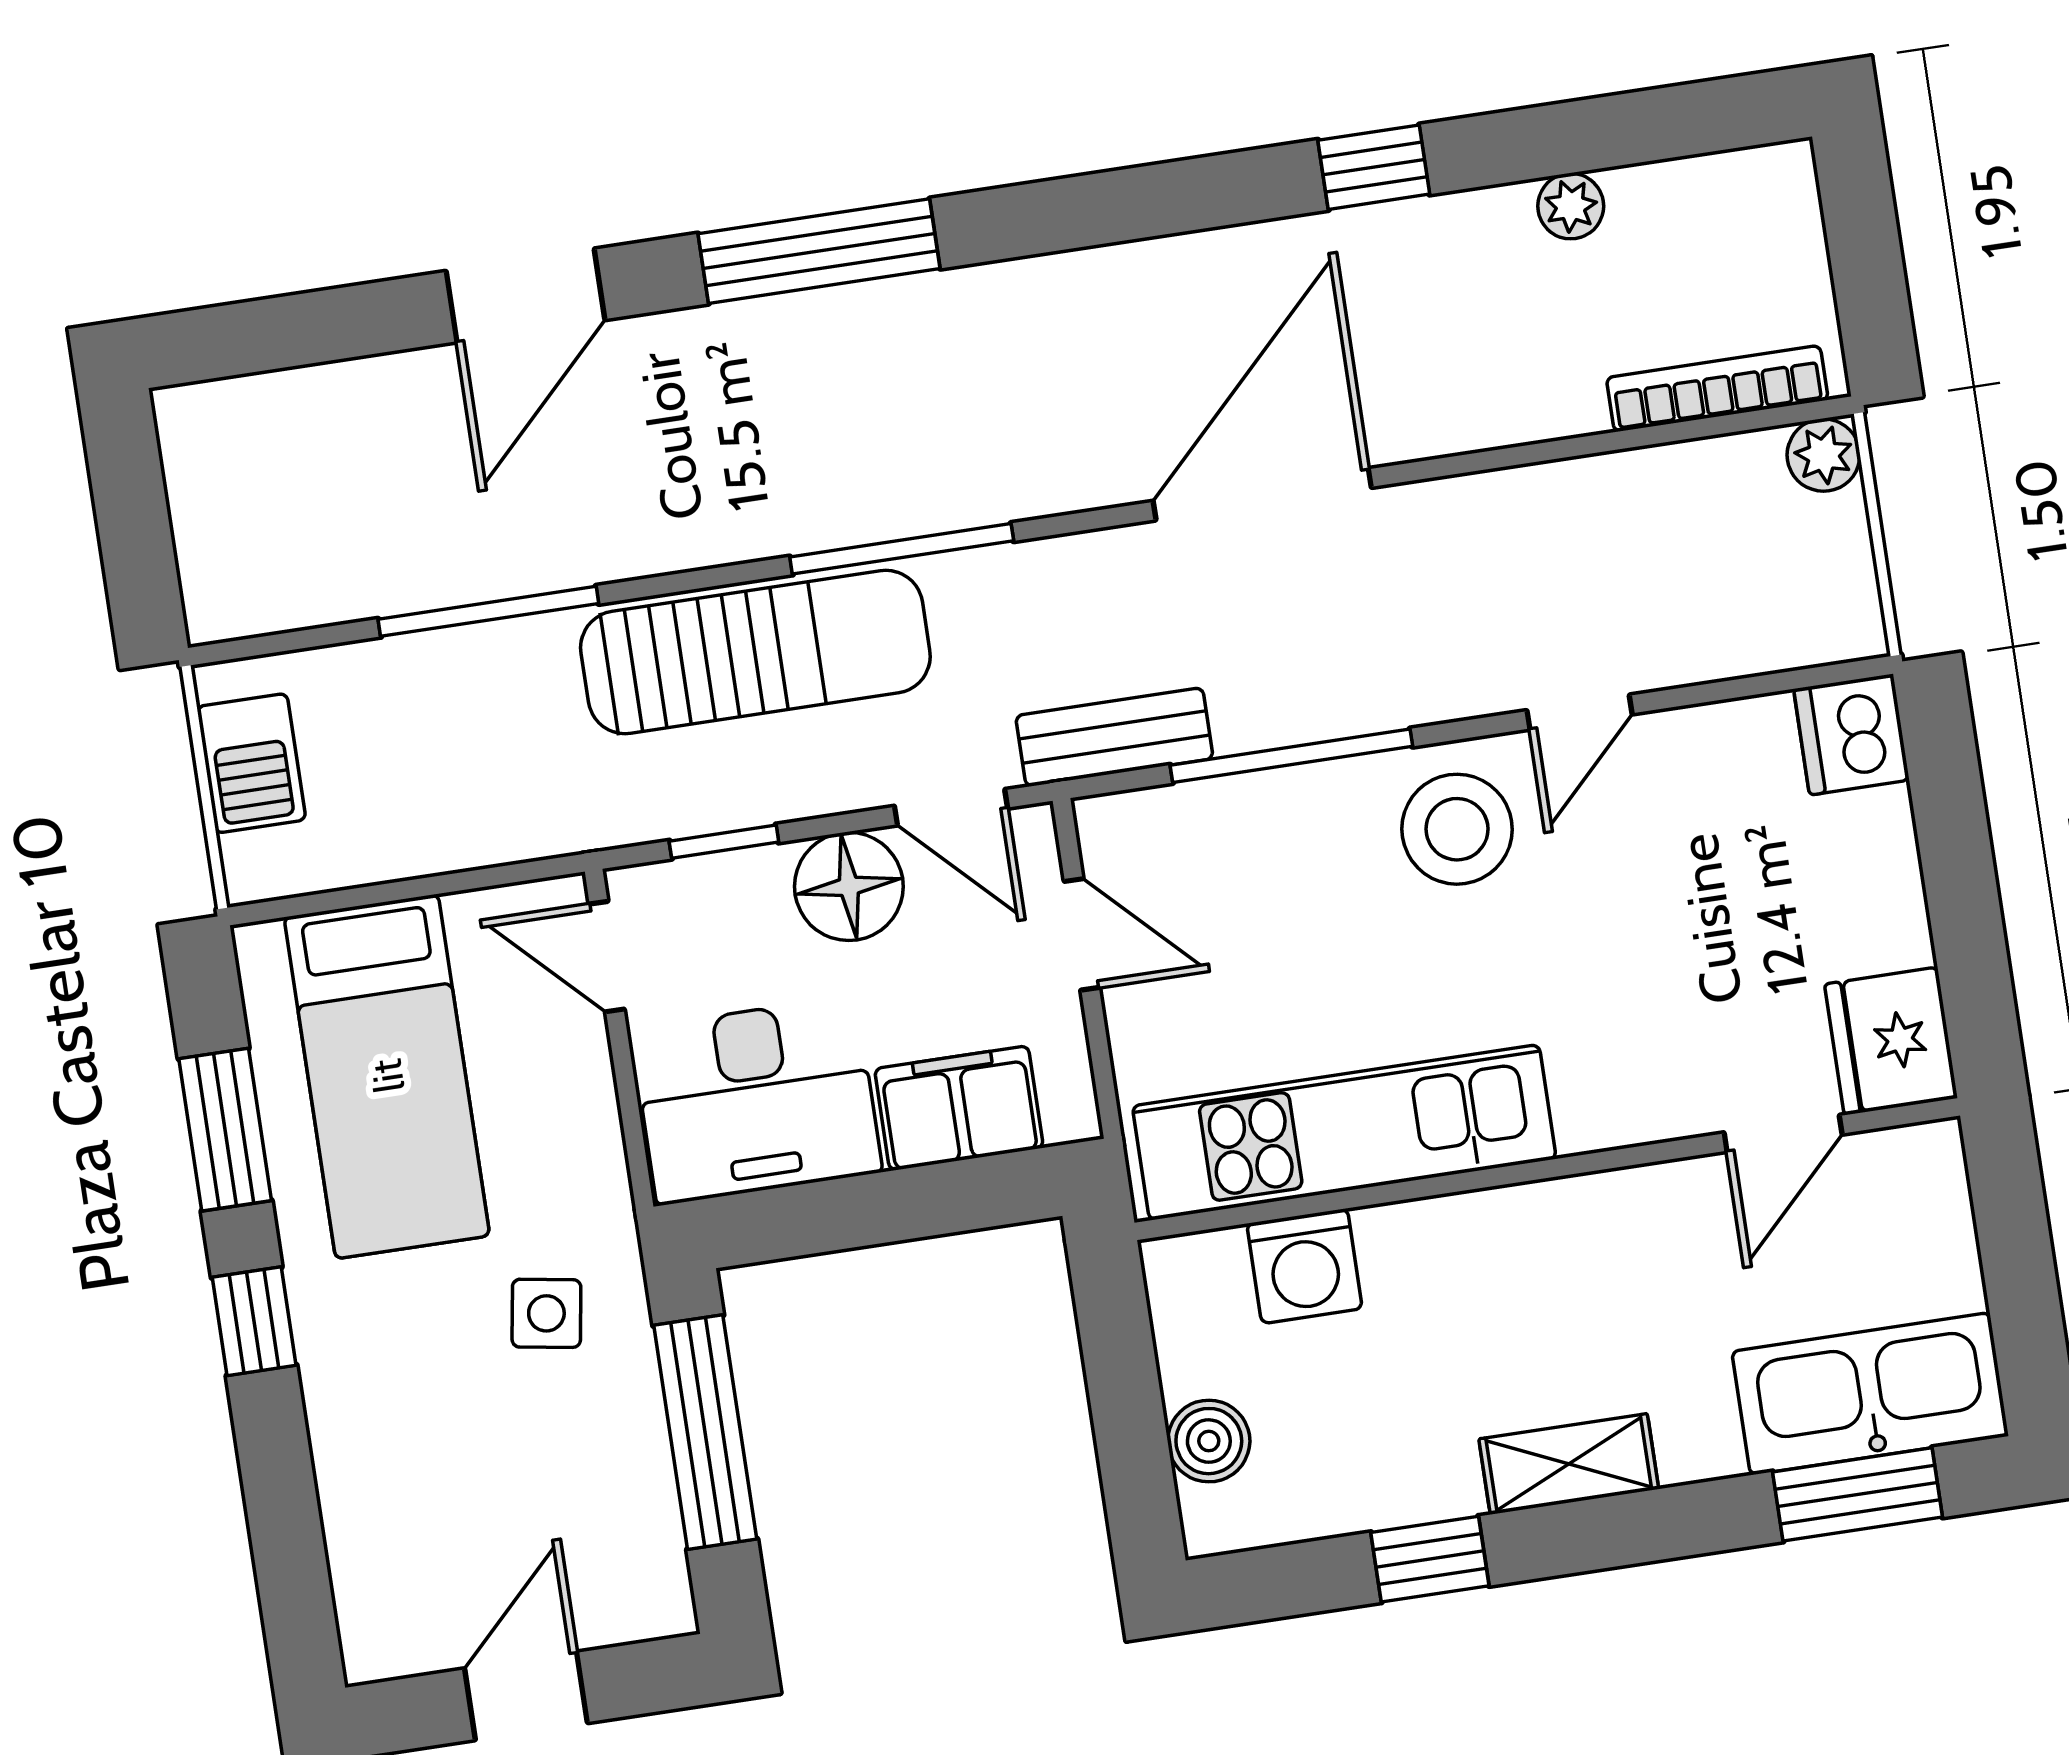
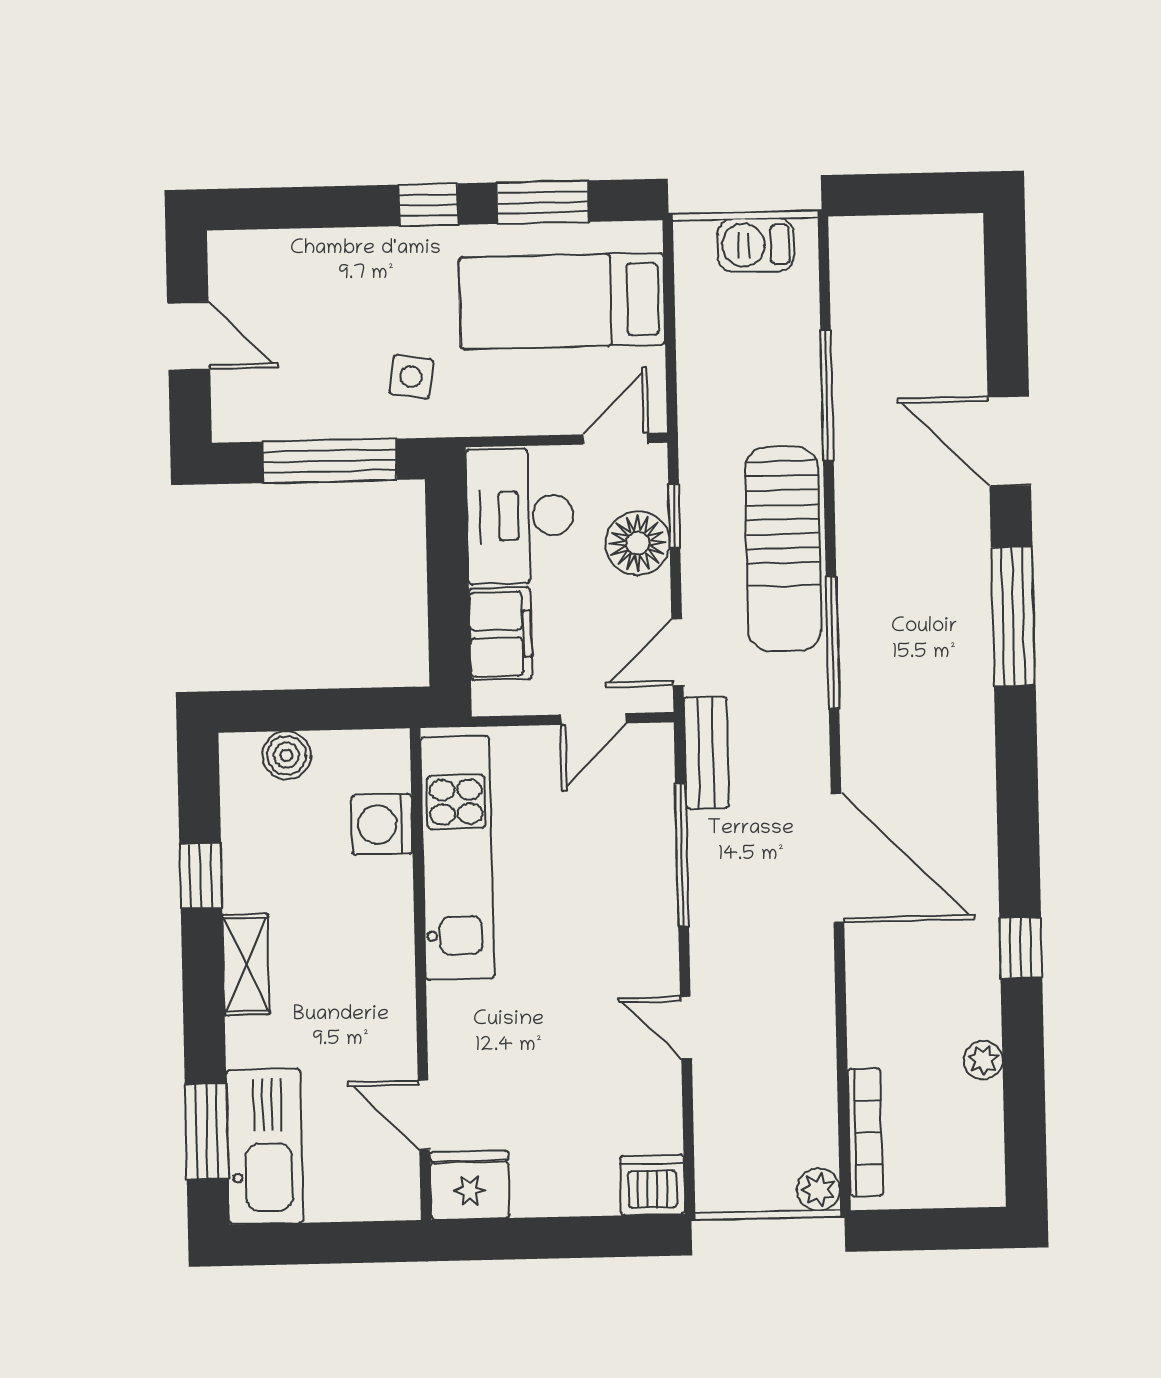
stool: (1457, 829) -> (627, 947), removed
floor lamp: (849, 886) -> (638, 543), moved

